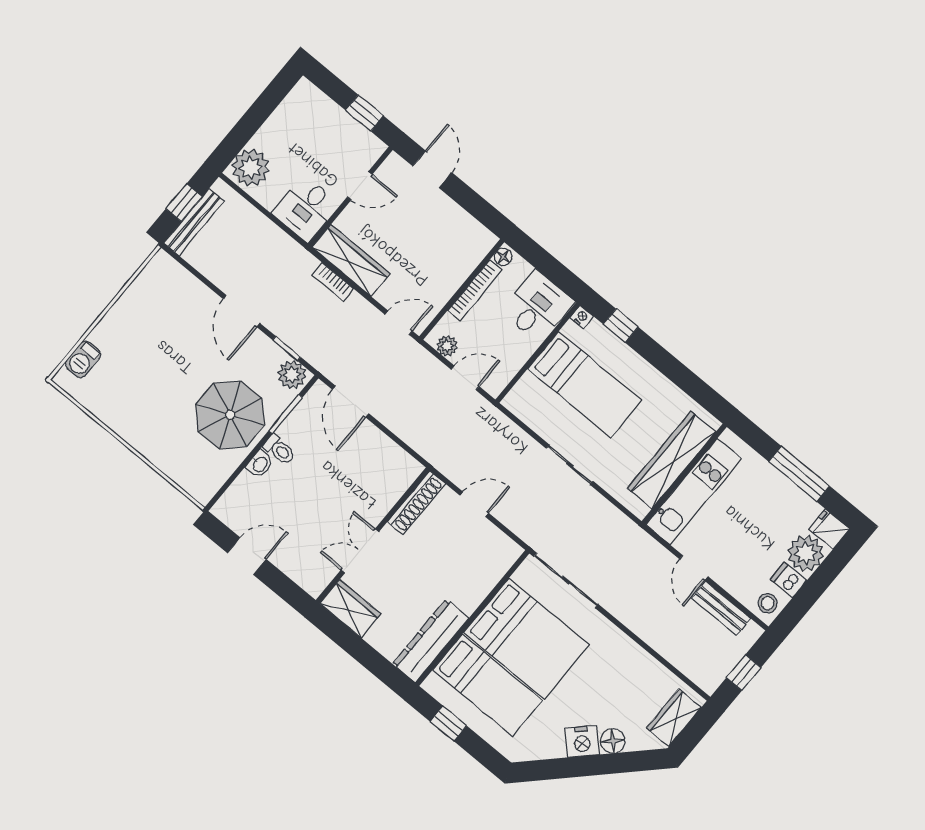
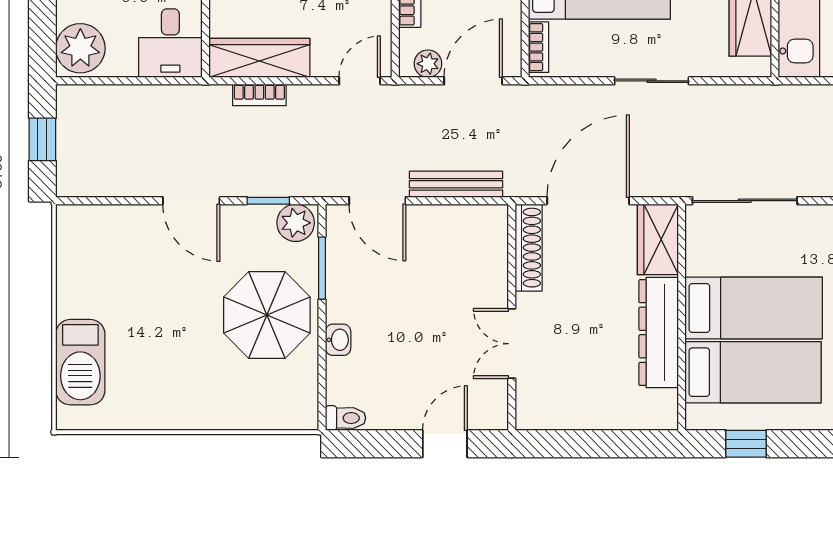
bench: (194, 222) -> (456, 184), moved, turned 90
barbecue: (83, 359) -> (80, 362), width x1.88, depth x1.53
door: (465, 378) -> (473, 81), width x1.38
bookcase: (520, 390) -> (539, 47), added
toilet: (279, 450) -> (346, 418), moved
door: (474, 504) -> (588, 201), width x1.87
door: (247, 556) -> (445, 444), moved
wardrobe: (350, 609) -> (658, 239), moved, turned -90
bed: (527, 639) -> (754, 308), width x0.67
dresser: (431, 641) -> (659, 333), moved

